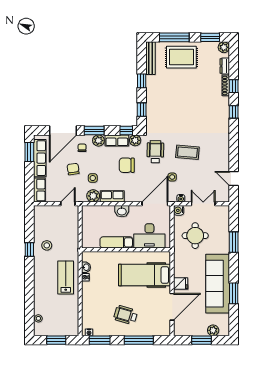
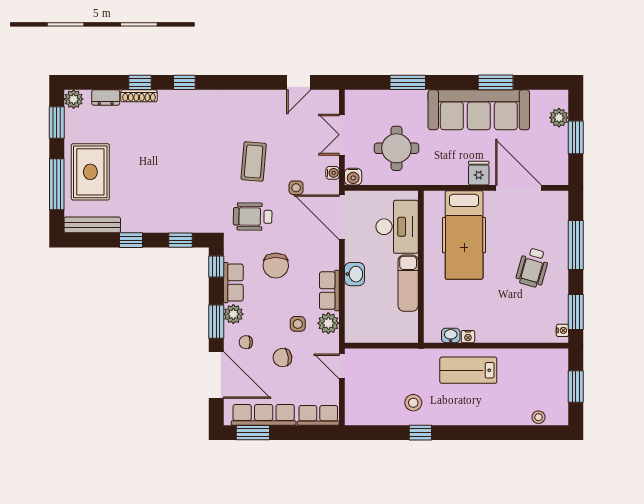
plant: (135, 140) -> (233, 251), removed

